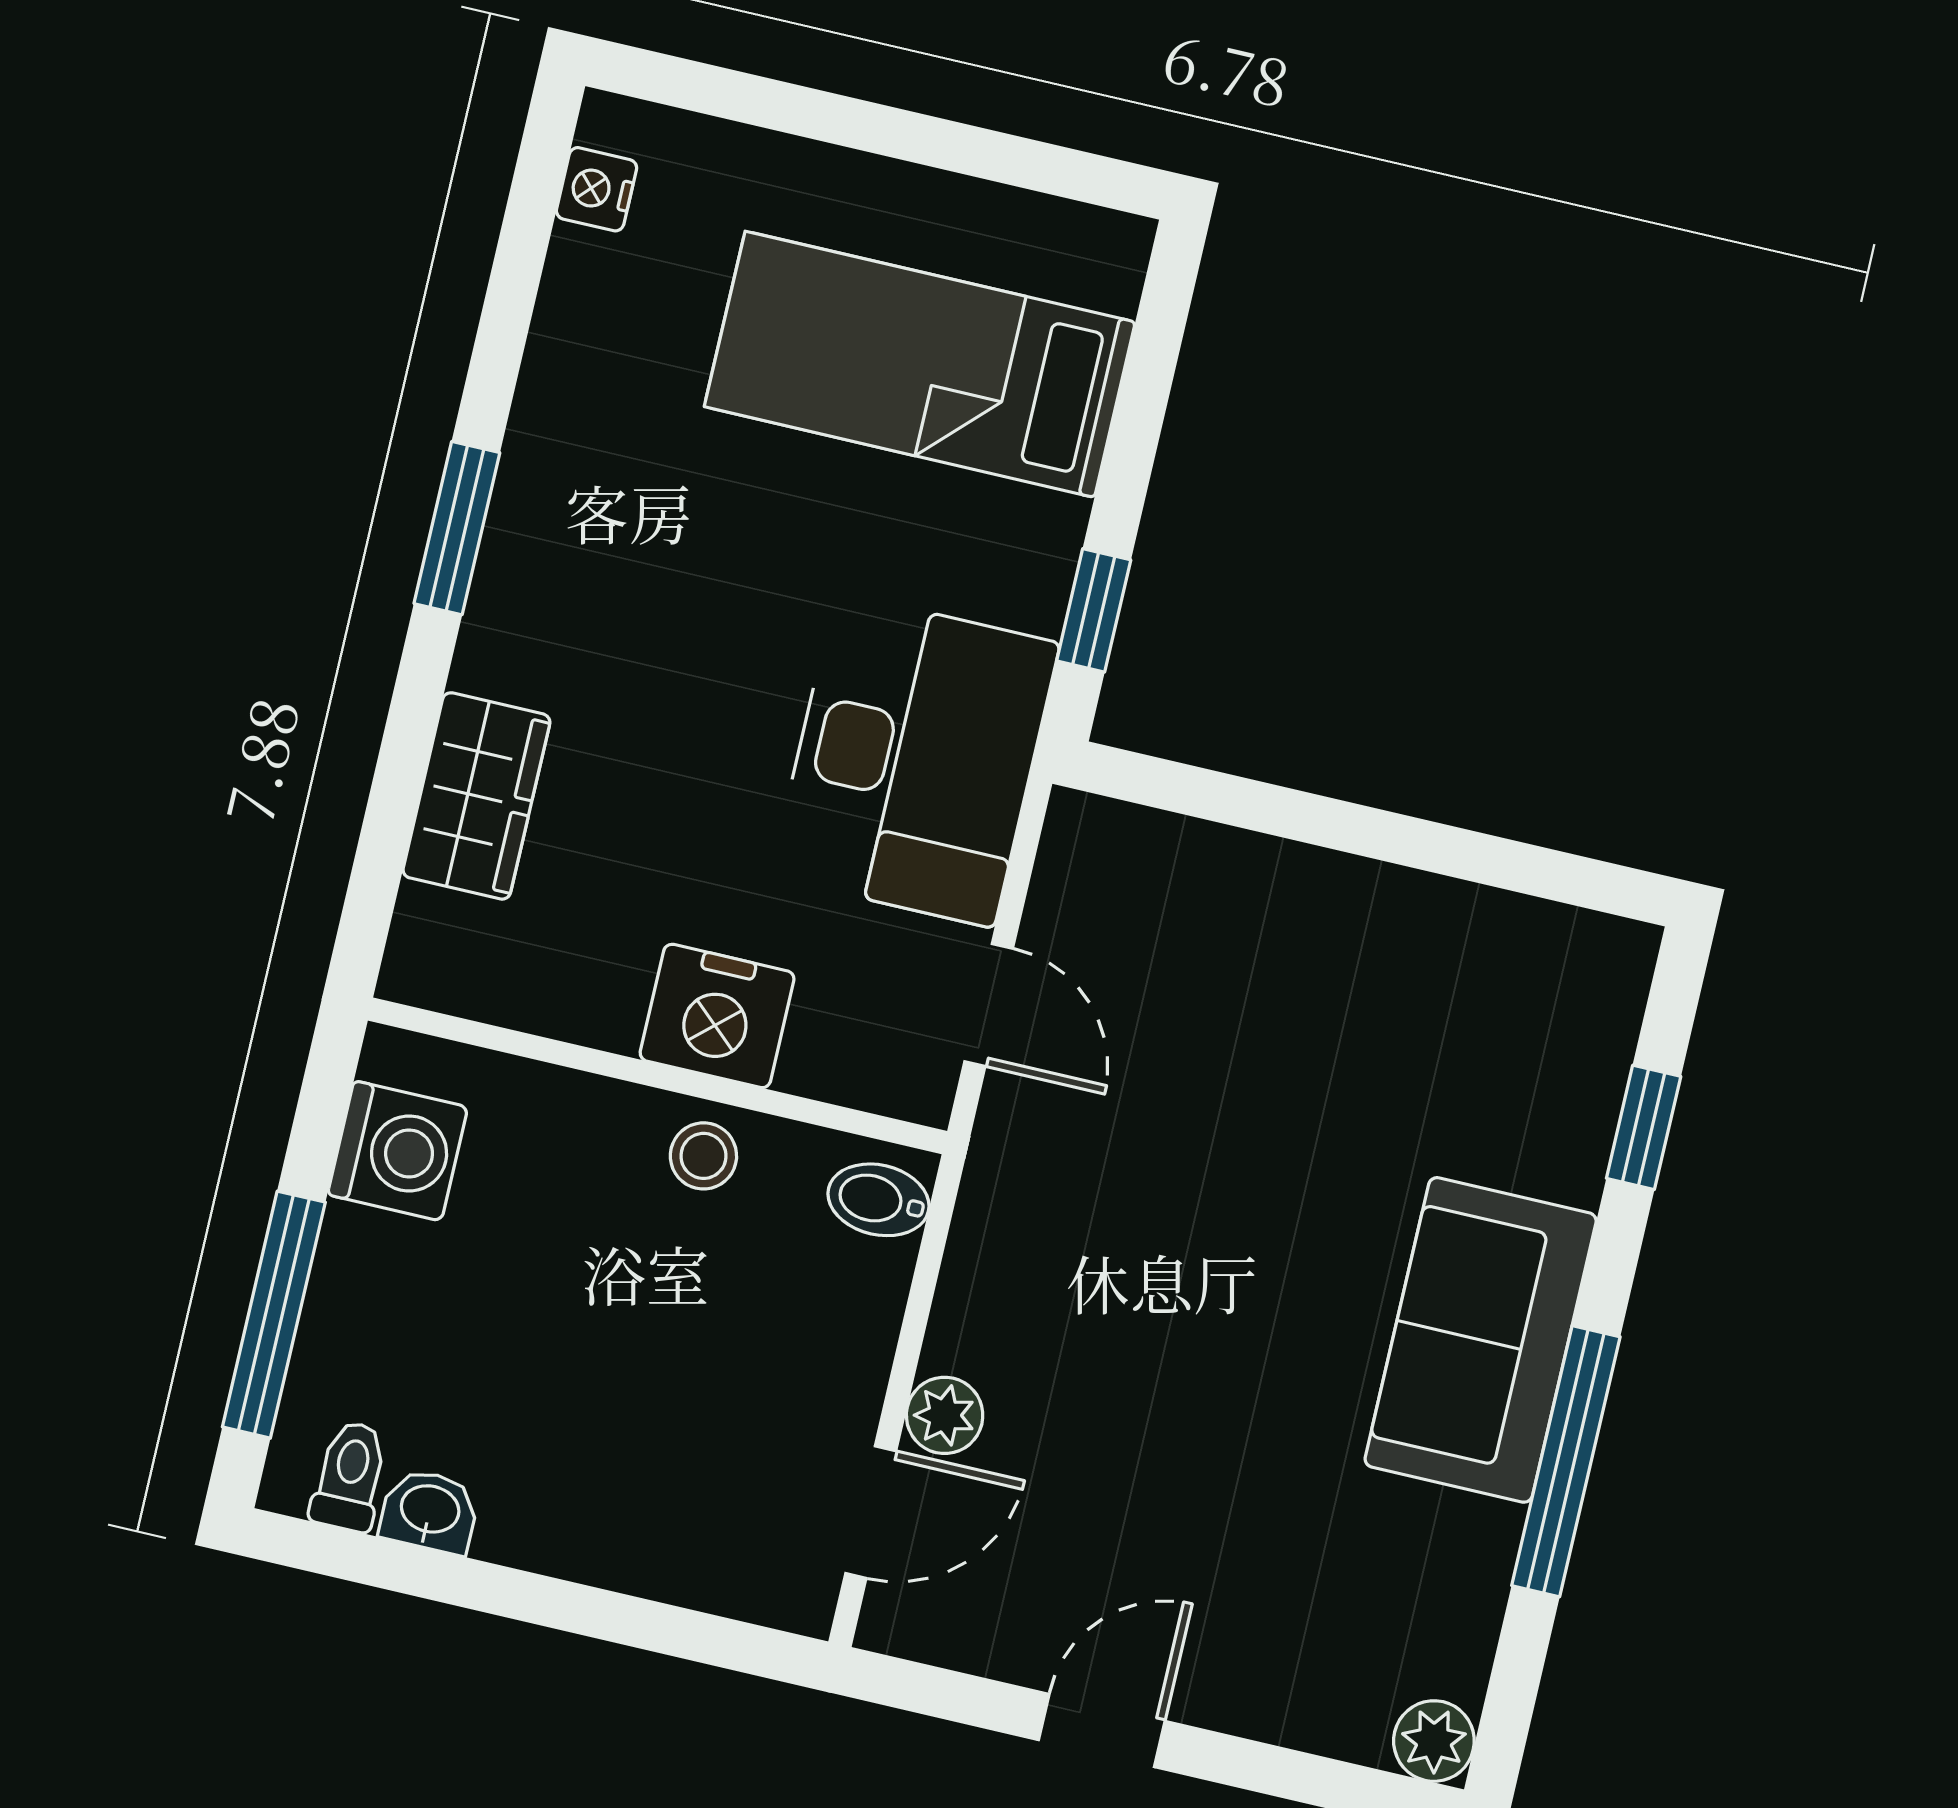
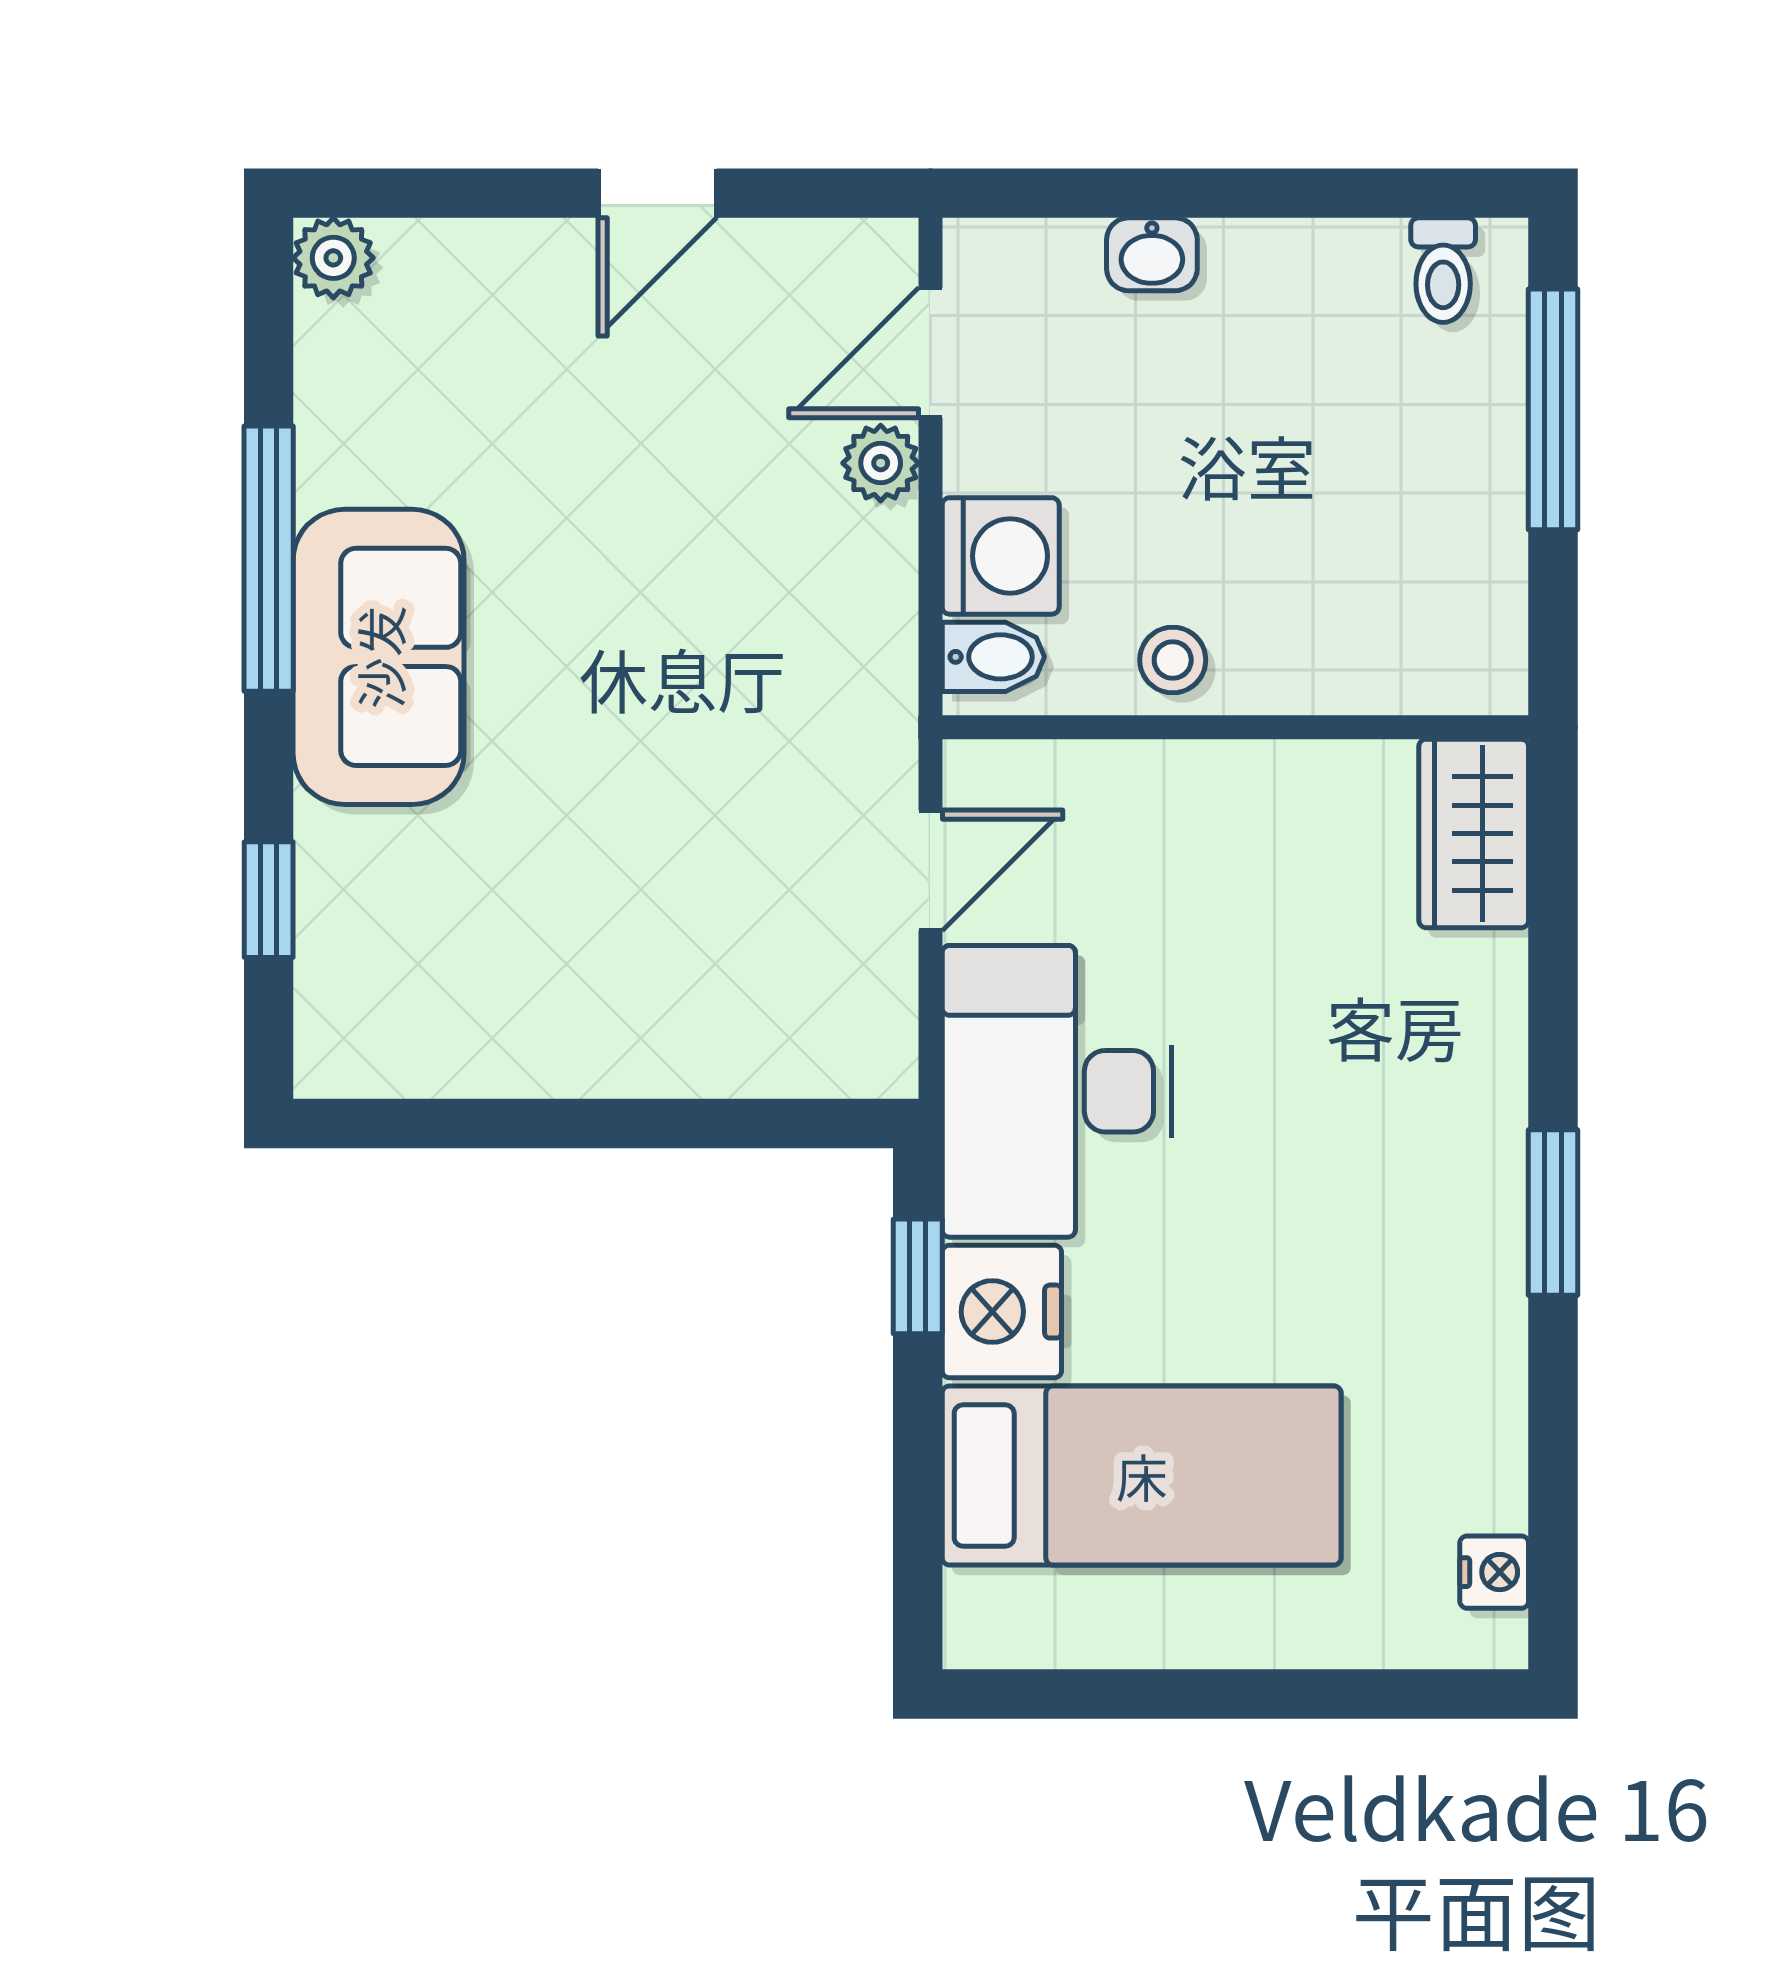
wardrobe: (476, 796) -> (1474, 833), moved
door: (989, 1005) -> (930, 870), swing flipped
nightstand: (717, 1016) -> (1002, 1312), moved, turned -90
washing machine: (398, 1151) -> (1001, 556), moved, turned 180
washbasin: (430, 1511) -> (1152, 254), moved

